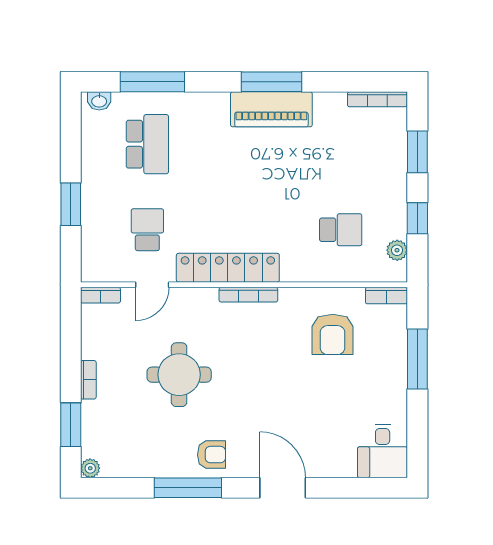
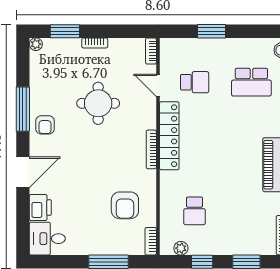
armchair: (333, 334) -> (125, 205), turned -90
printer: (336, 462) -> (40, 208), added

